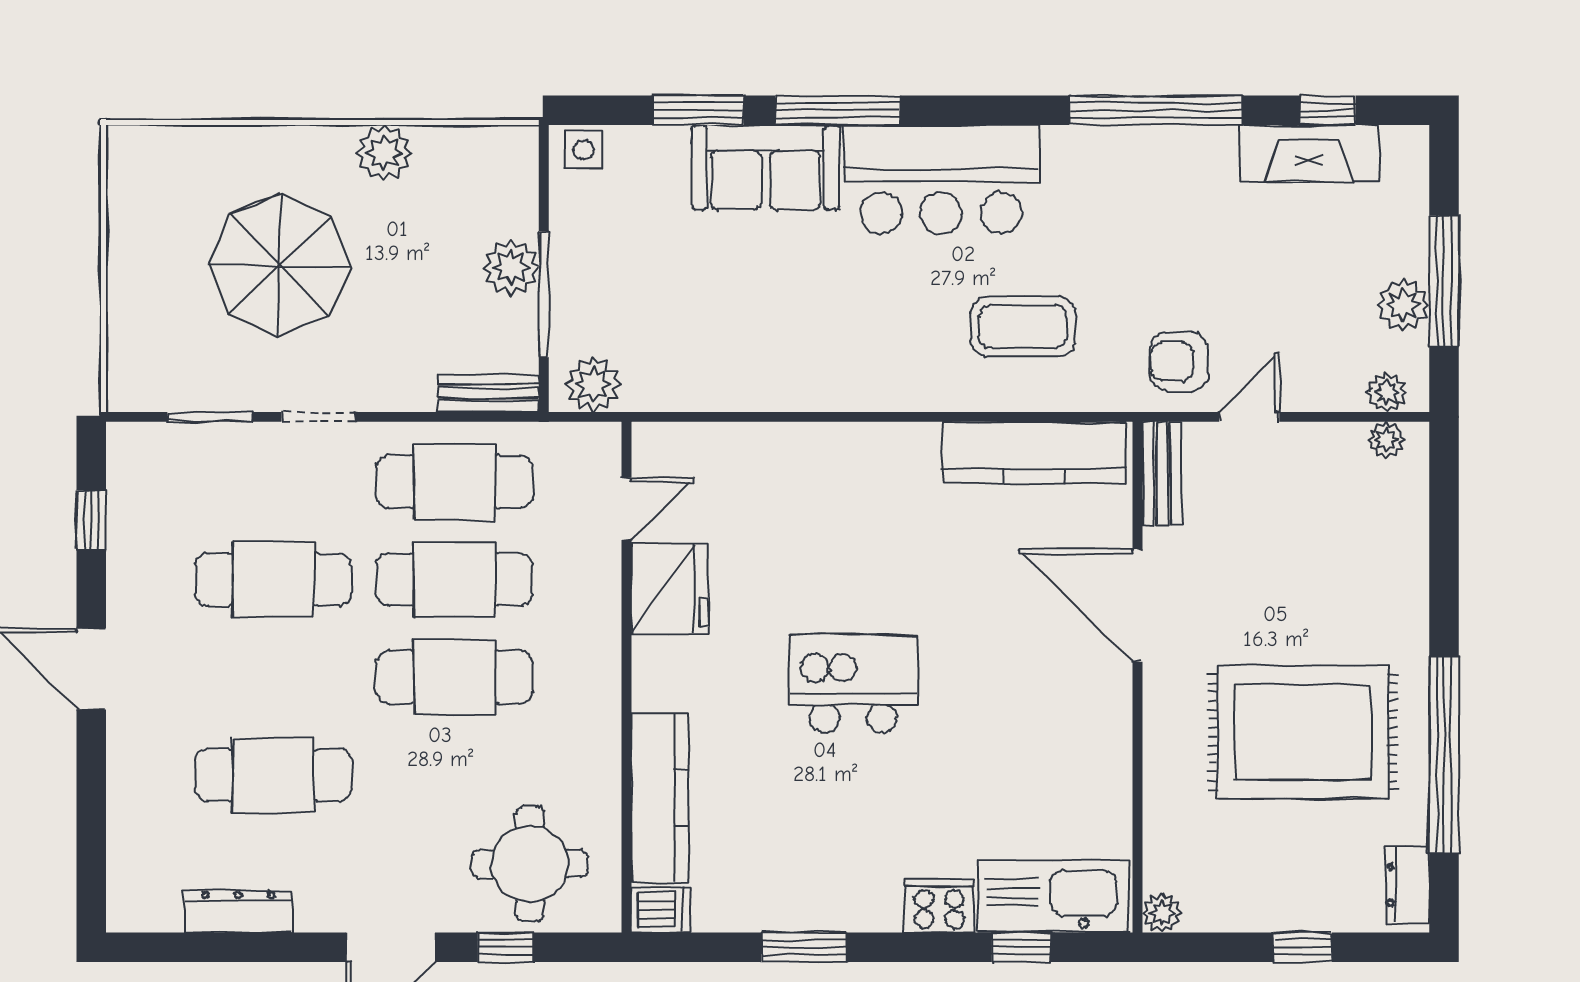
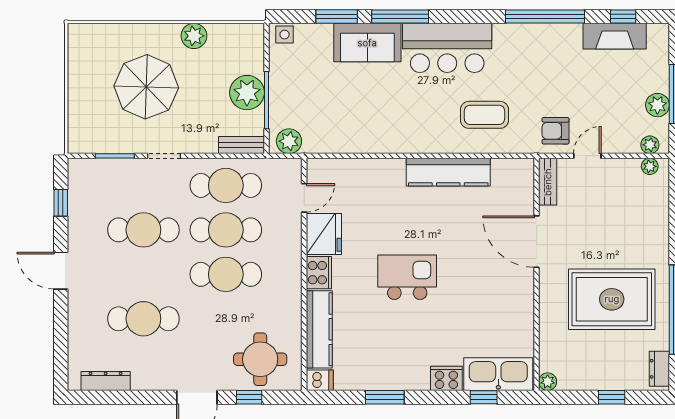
plant: (511, 267) -> (247, 93), width x1.36, depth x1.36
kitchen counter: (1034, 452) -> (448, 172), moved
cooker: (659, 673) -> (319, 273), added
dresser: (238, 911) -> (106, 381), moved

